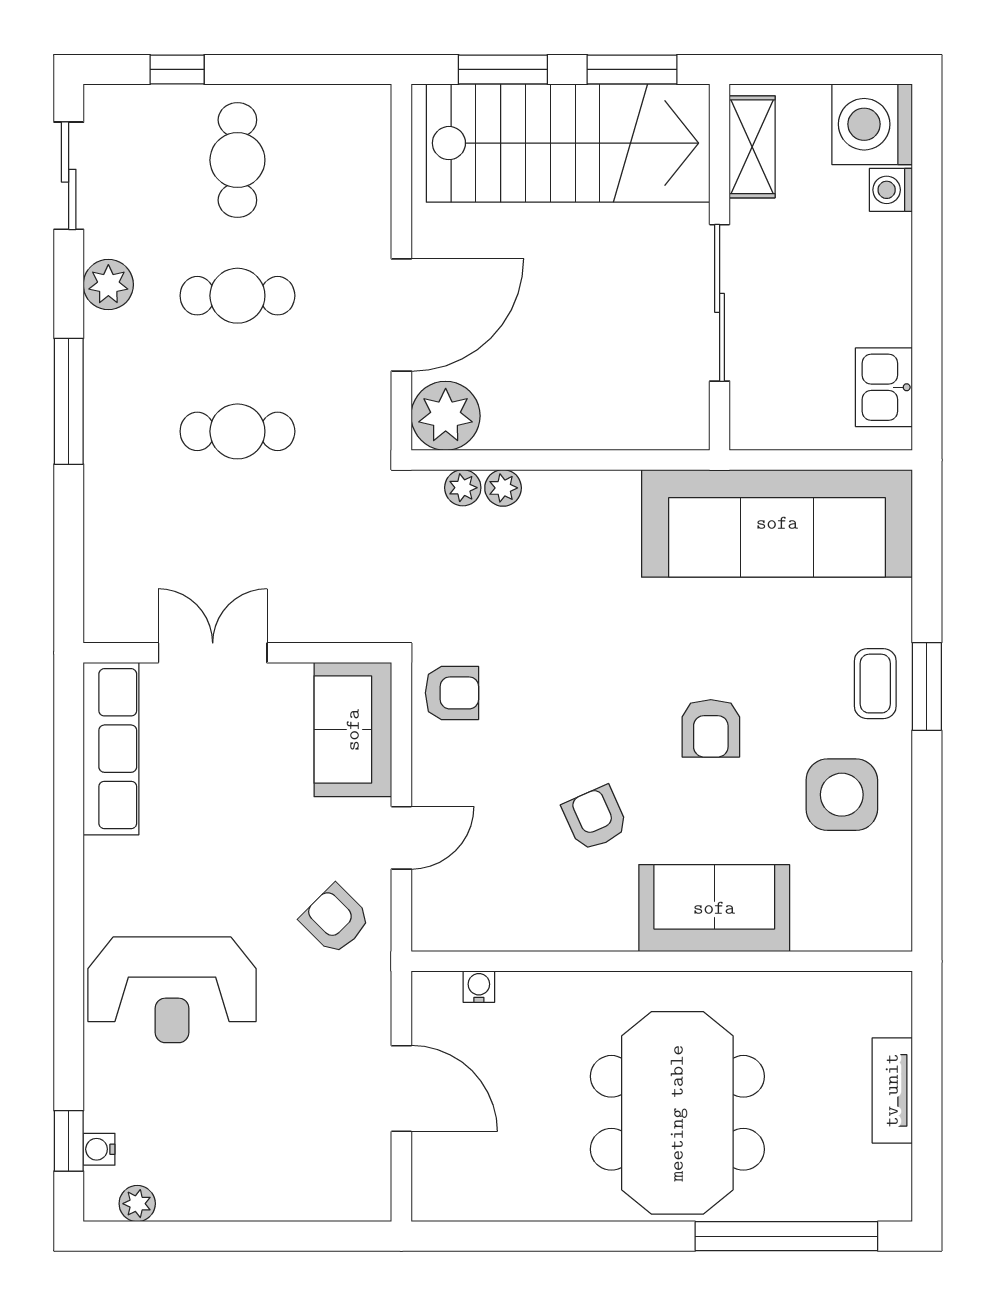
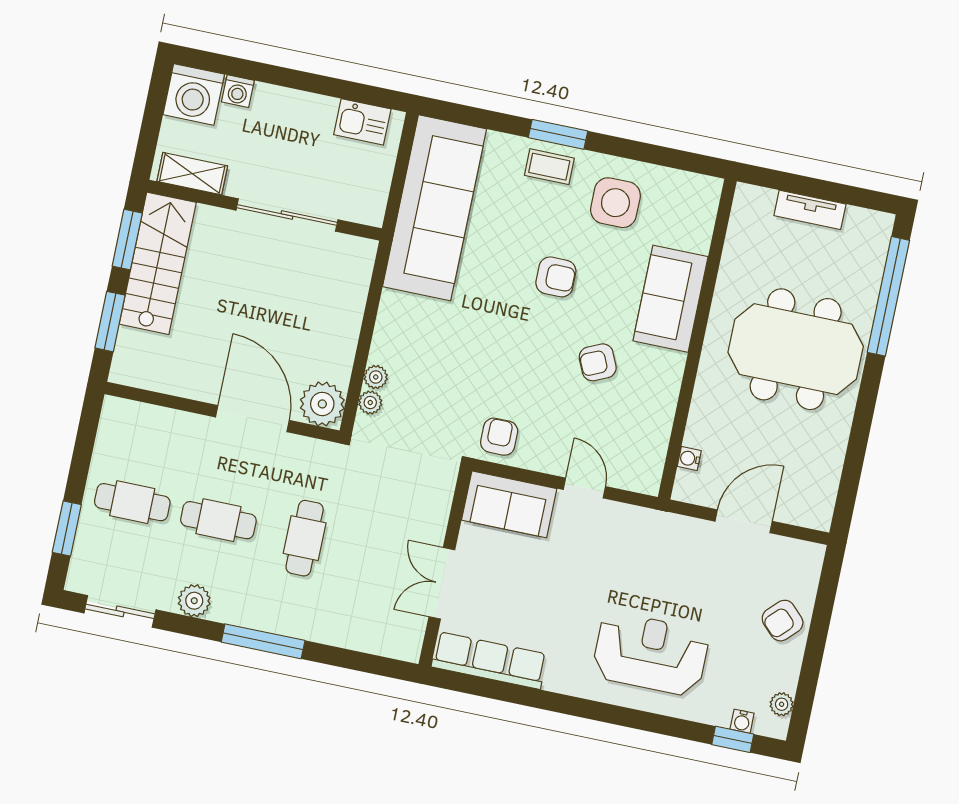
window: (177, 69) -> (67, 528), width x1.50
stairs: (568, 143) -> (158, 263), width x0.73, depth x0.66
cafe table: (237, 296) -> (218, 520), turned 90
armchair: (335, 919) -> (783, 621), moved
reception desk: (172, 990) -> (650, 654), turned -90

